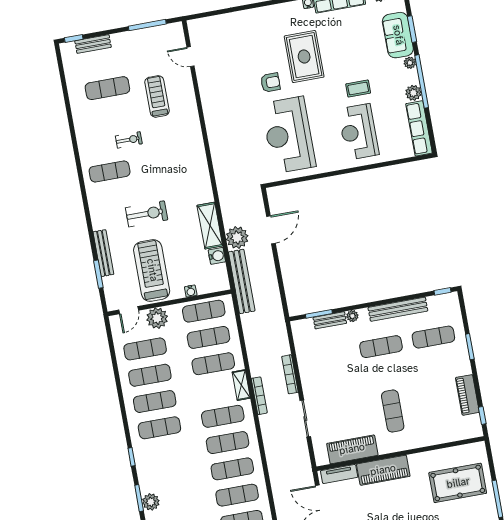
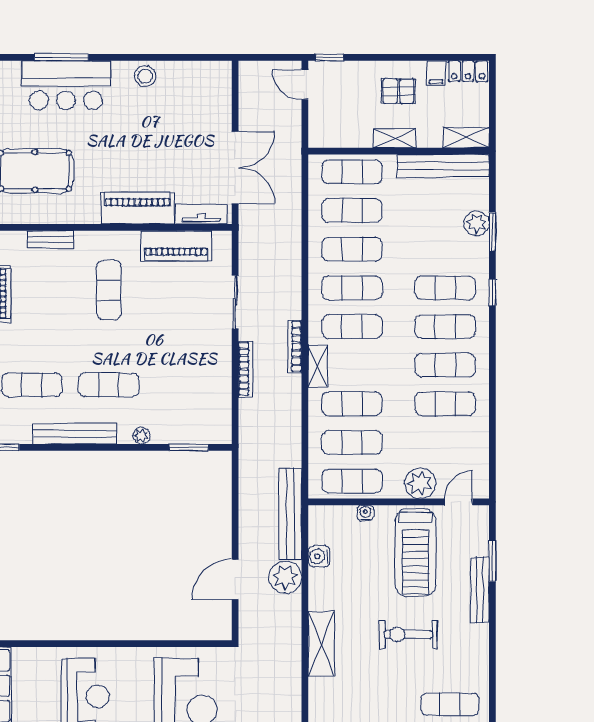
shelving: (210, 226) -> (321, 644), moved
bench: (330, 320) -> (50, 239), moved
exercise mat: (145, 349) -> (445, 288), moved

